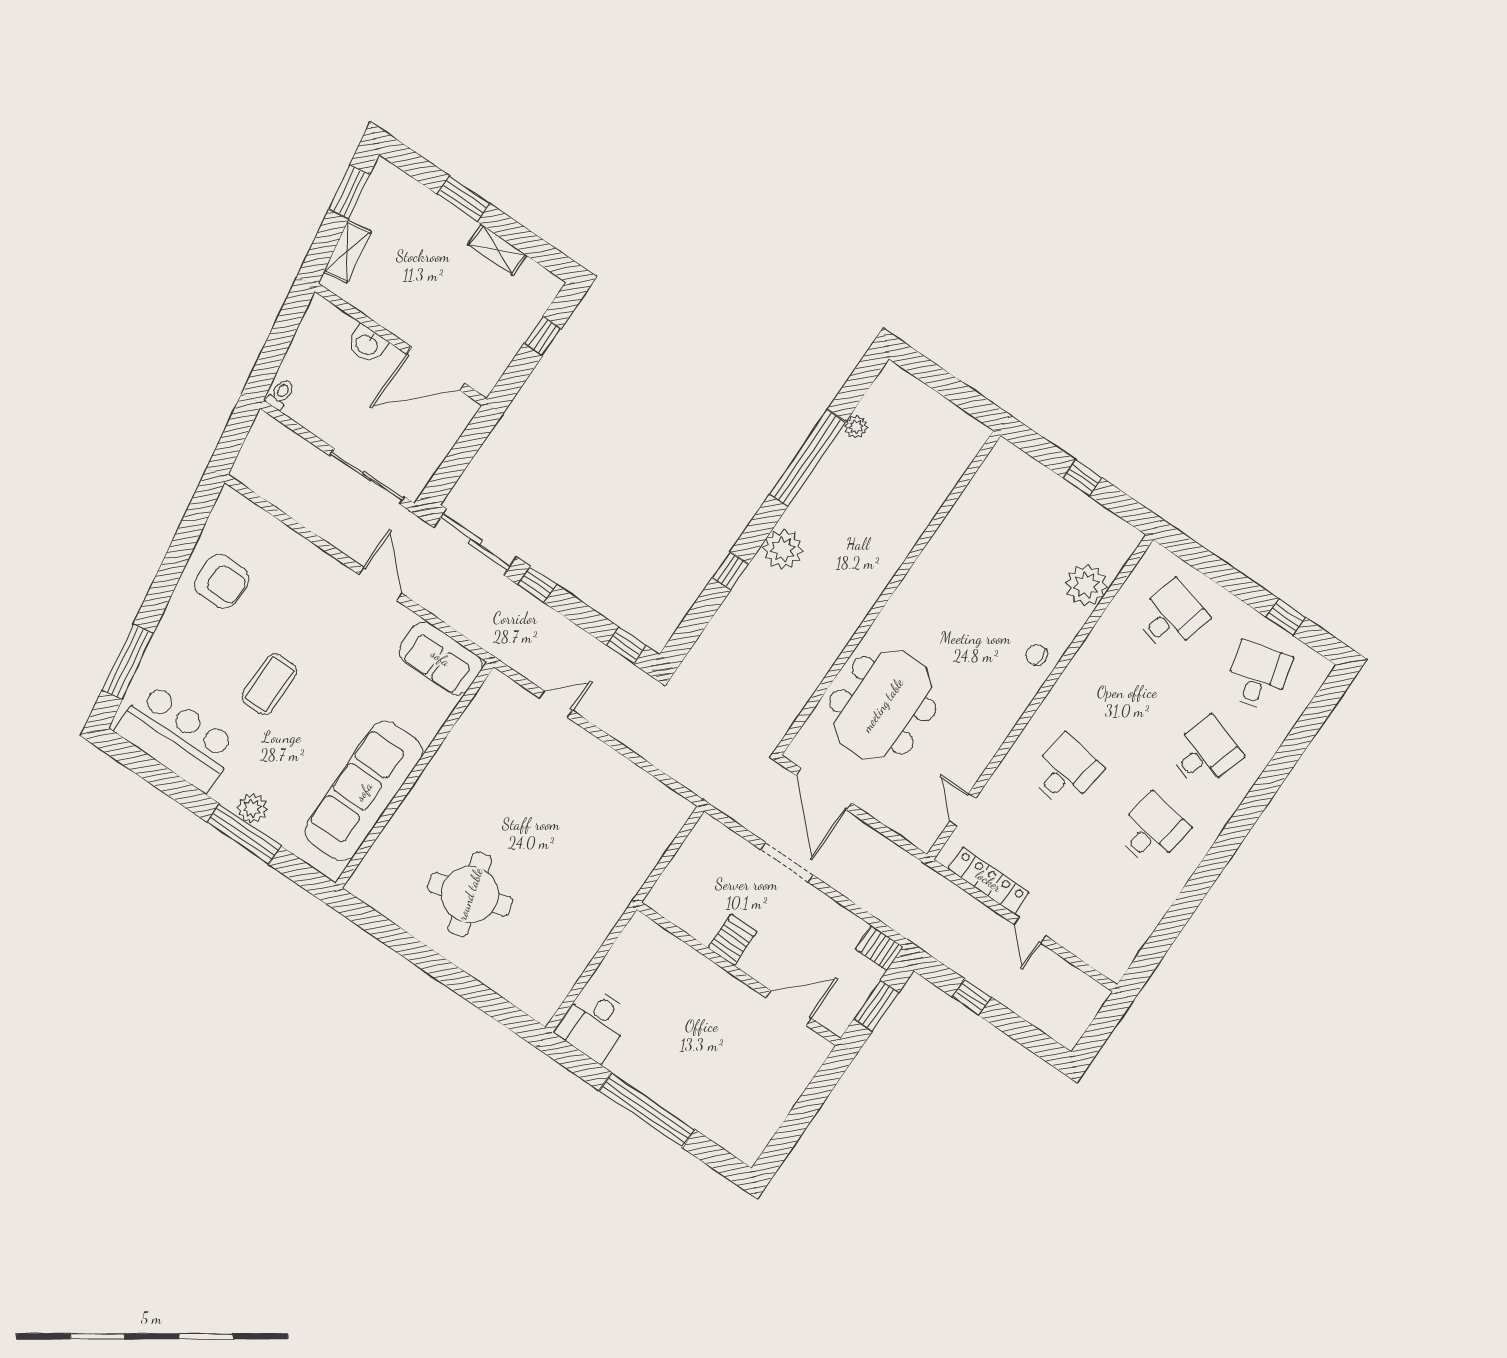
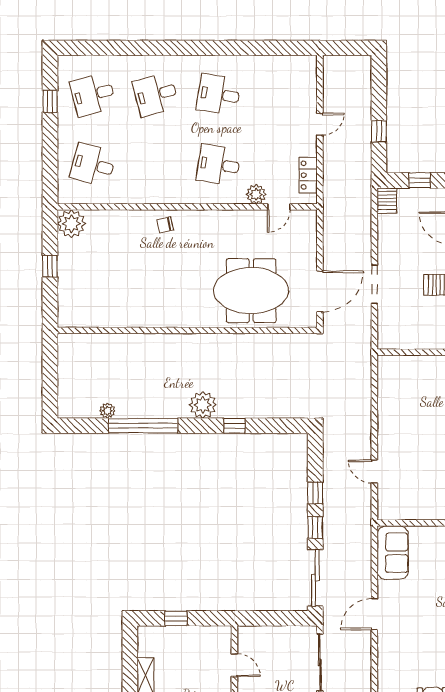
door: (436, 369) -> (234, 665), width x0.53
plant: (1086, 585) -> (71, 224), moved
window: (626, 645) -> (315, 493), moved
chair: (1037, 655) -> (165, 225), turned 78
desk: (1205, 753) -> (156, 95), turned -33
plant: (997, 793) -> (256, 194), added
locker: (989, 881) -> (308, 175), width x0.66
window: (876, 1006) -> (420, 180), width x0.67

